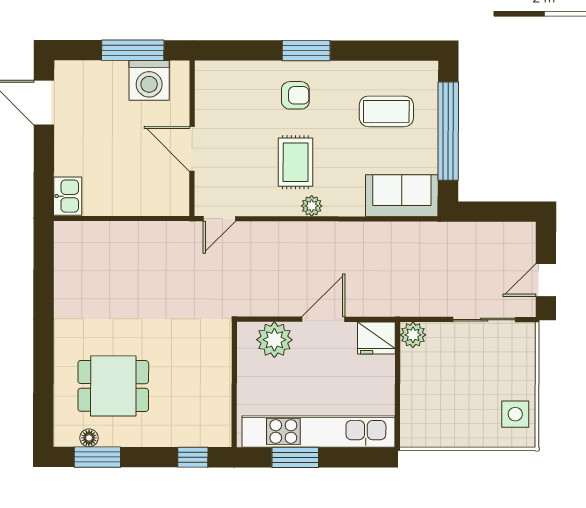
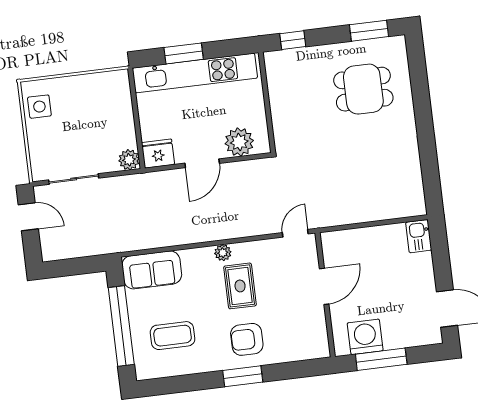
armchair: (295, 95) -> (247, 339), width x1.38, depth x1.38
door: (192, 149) -> (324, 286), hinge flipped
door: (546, 280) -> (28, 217), hinge flipped
floor lamp: (89, 438) -> (378, 45), removed
window: (295, 457) -> (184, 53), moved

